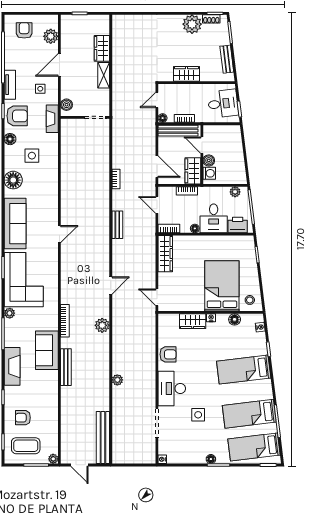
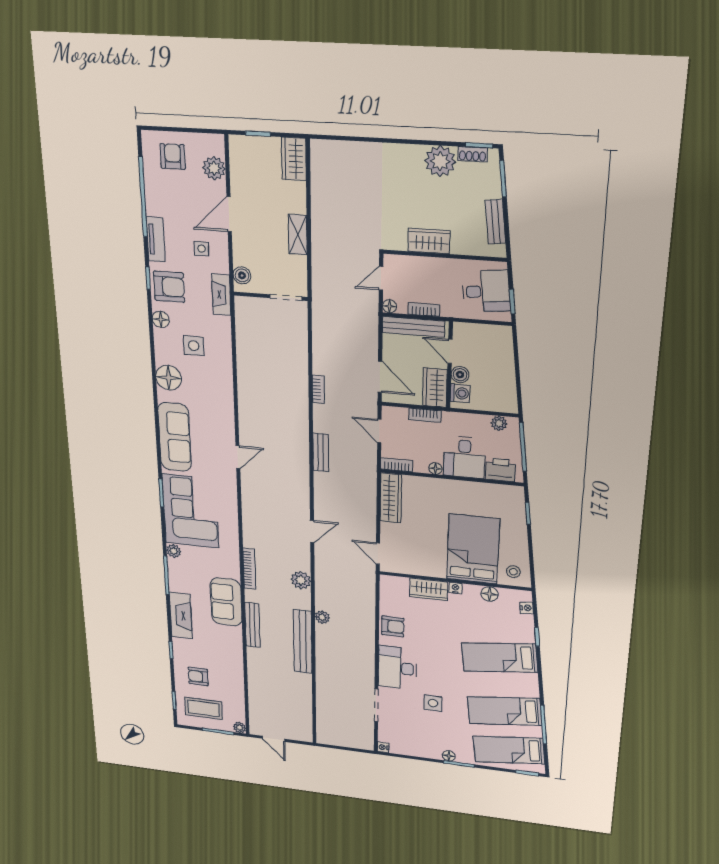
wardrobe: (102, 48) -> (294, 159), moved
plant: (117, 380) -> (322, 617), moved
bench: (103, 437) -> (303, 642), moved

